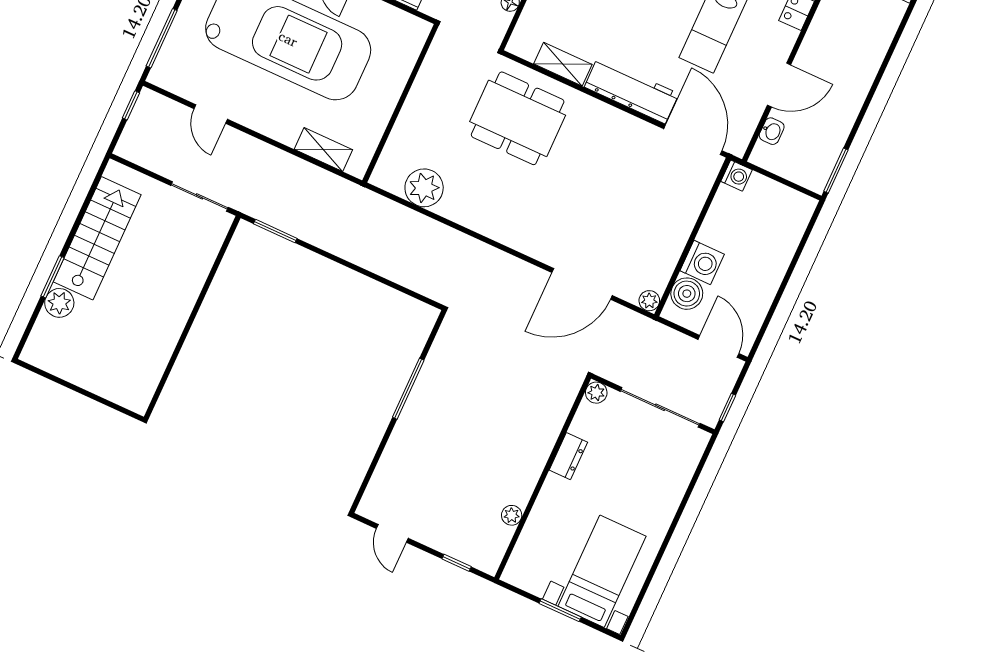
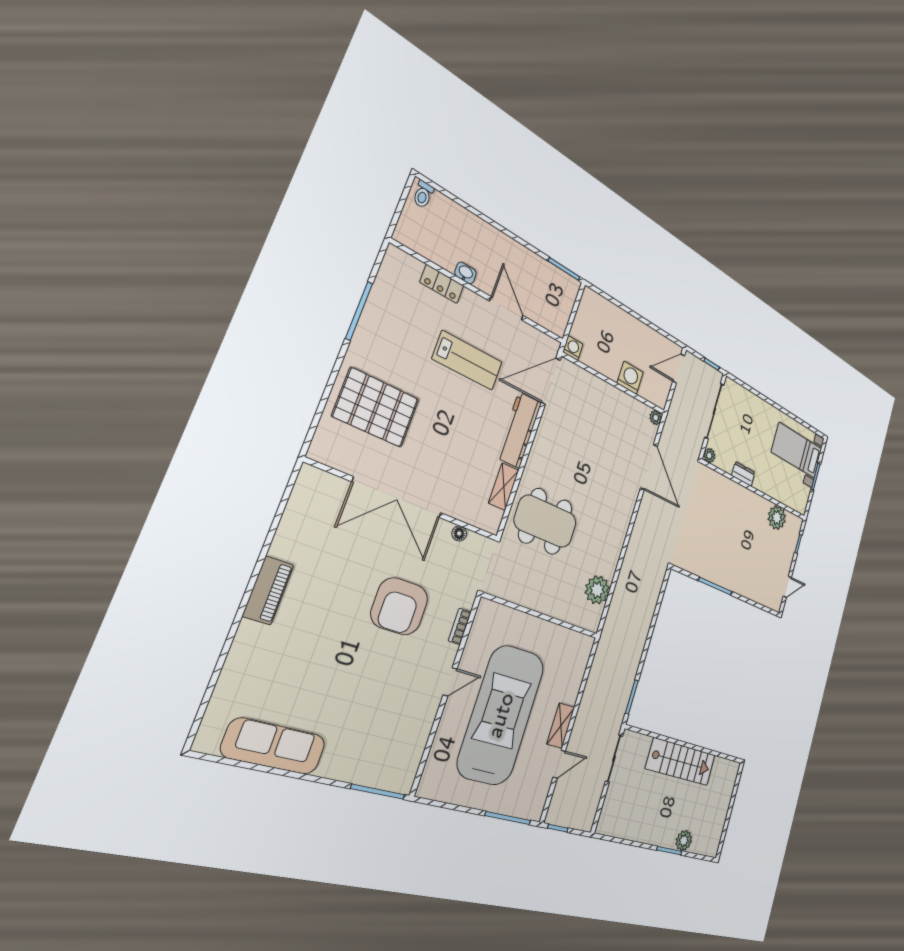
dining table: (518, 118) -> (545, 521), turned 90
washbasin: (772, 131) -> (465, 273), moved
shelving: (323, 149) -> (561, 726), moved
stairs: (97, 238) -> (681, 762), moved, turned 180
boiler: (687, 294) -> (650, 390), removed
plant: (512, 515) -> (777, 518), width x1.88, depth x1.88

